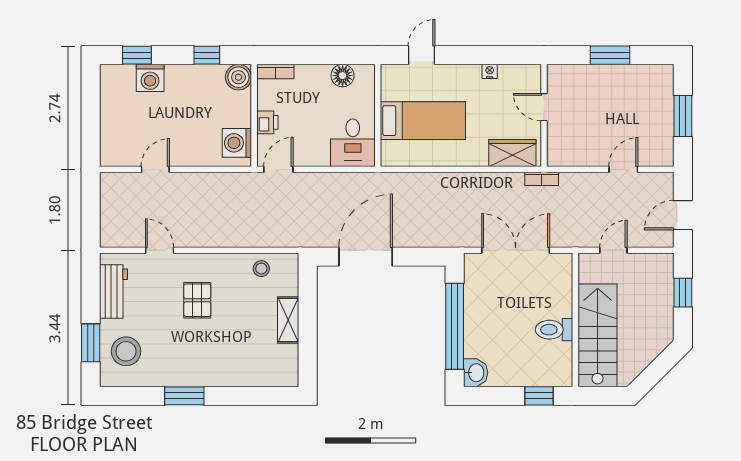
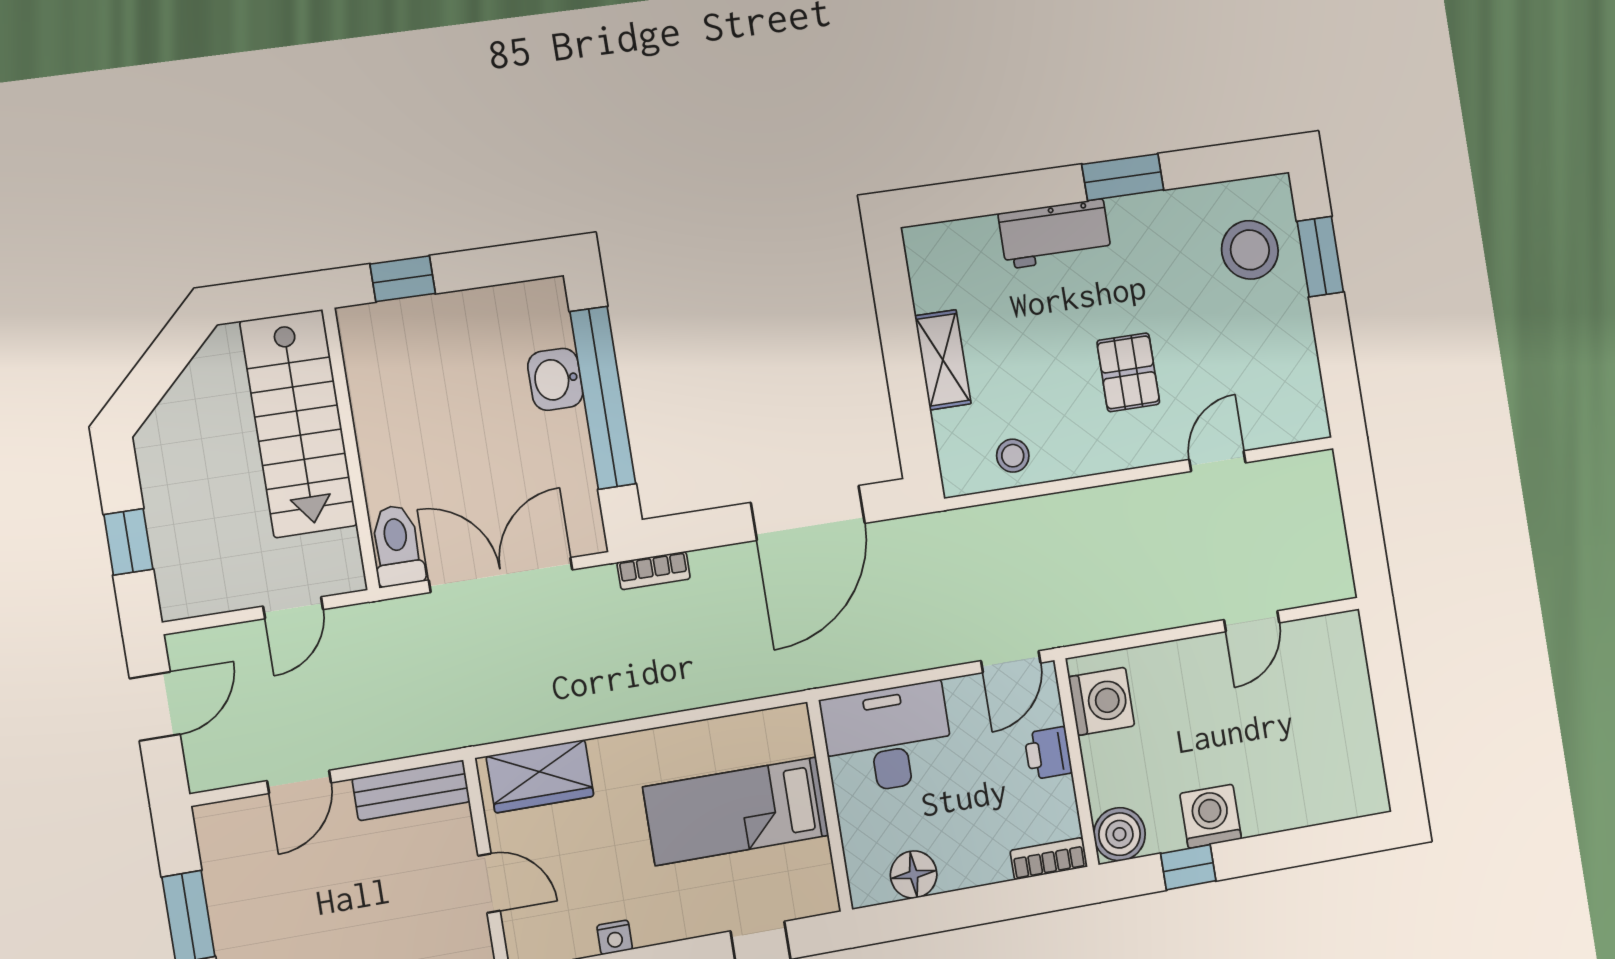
window: (137, 55) -> (1323, 843), removed
washing machine: (150, 78) -> (1211, 816), moved
desk: (353, 143) -> (888, 738), width x1.37
bench: (573, 157) -> (411, 790), added
bookcase: (542, 179) -> (654, 571), moved, turned 180
door: (160, 250) -> (1217, 461), swing flipped
double door: (516, 250) -> (501, 575), swing flipped
workbench: (113, 291) -> (1055, 234), moved, turned -90
toilet: (554, 330) -> (397, 546), moved, turned -90
washbasin: (476, 373) -> (555, 379), moved

